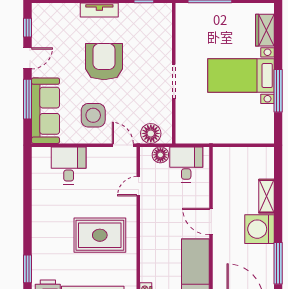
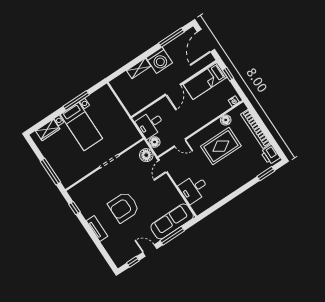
side table: (93, 115) -> (157, 193), removed
rug: (100, 235) -> (221, 146), turned 90
floor lamp: (129, 263) -> (226, 120), added

